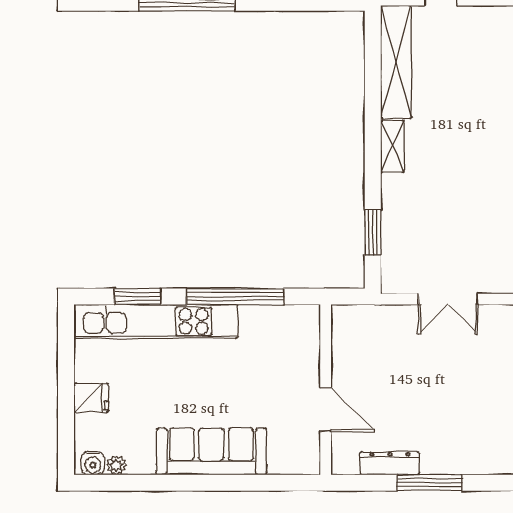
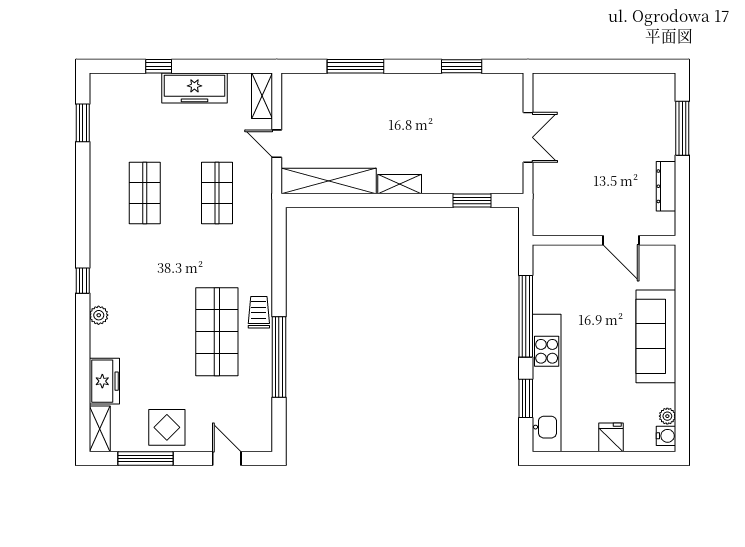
door: (326, 410) -> (621, 240), swing flipped
window: (429, 483) -> (682, 128), moved

